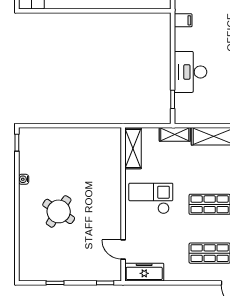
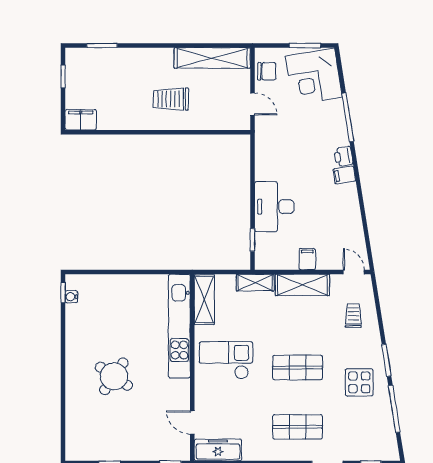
filing cabinet: (183, 20) -> (307, 259), moved, turned -90
kitchen unit: (112, 170) -> (179, 326), added
water cooler: (24, 179) -> (71, 297), moved

